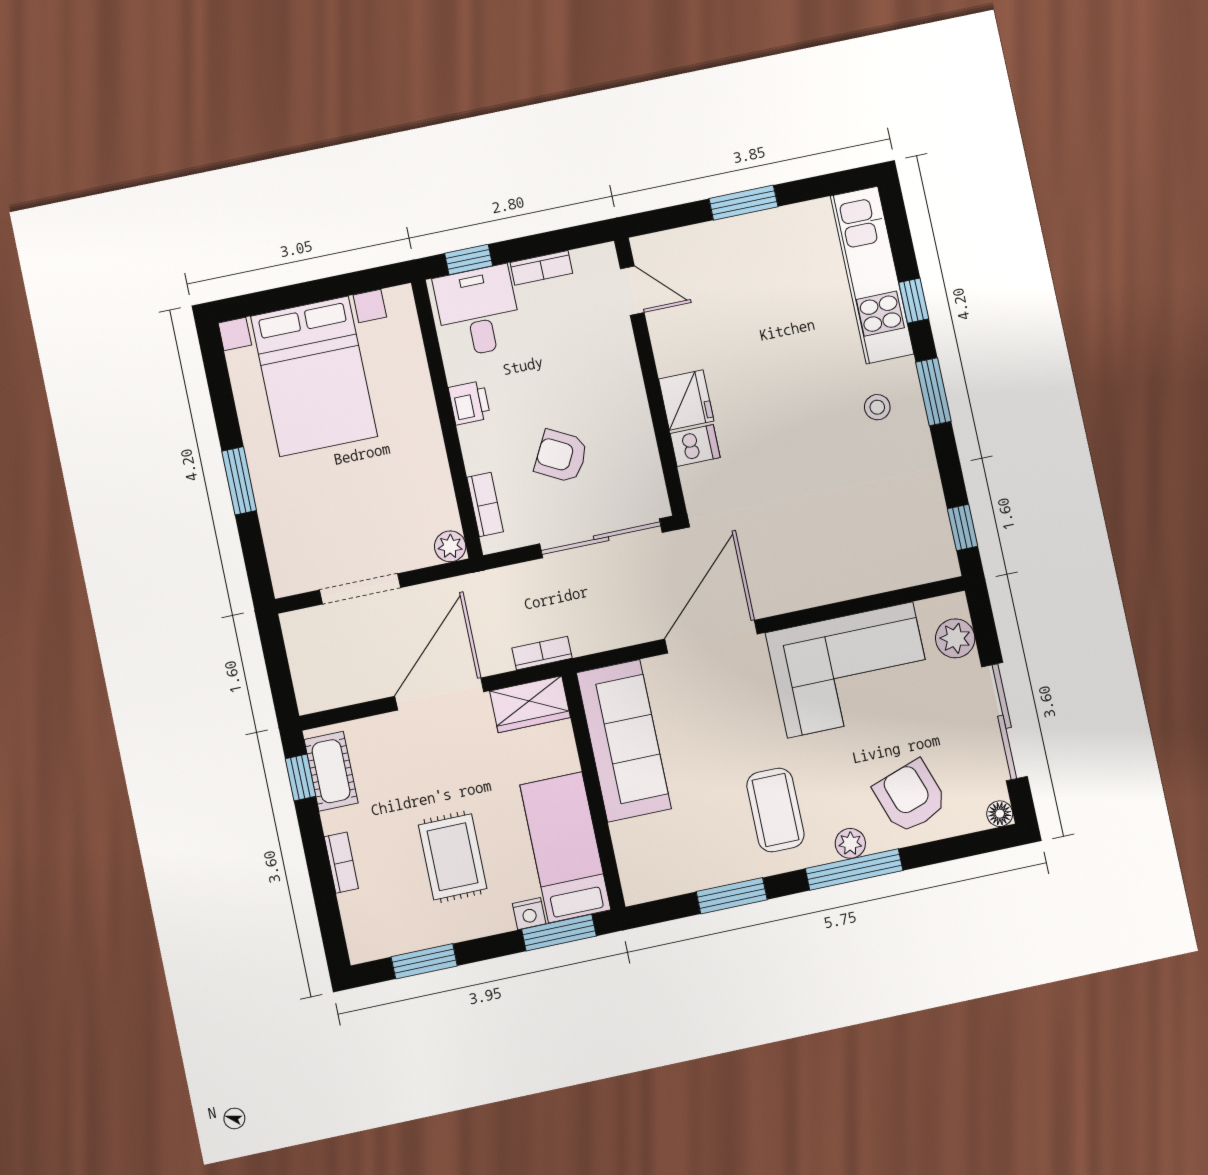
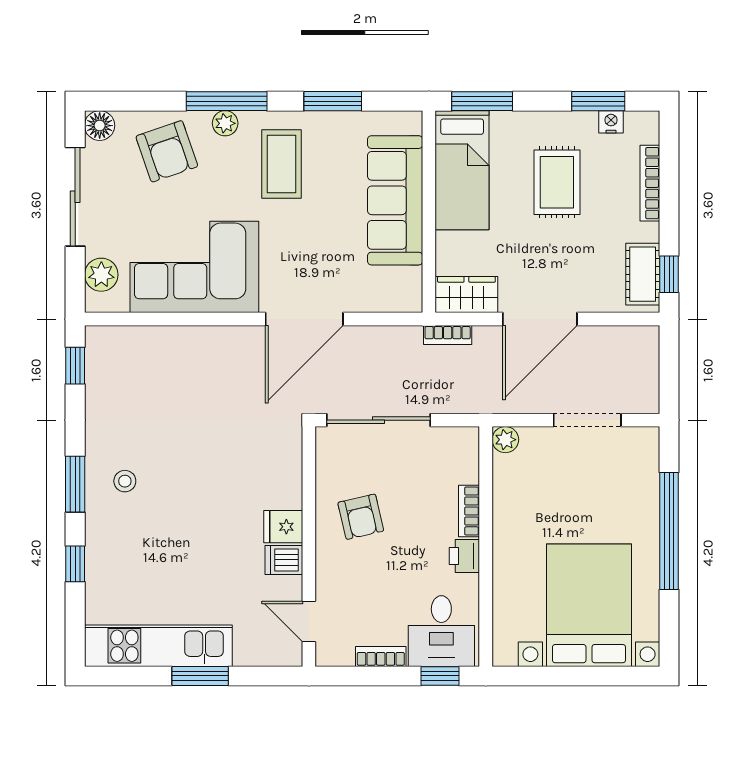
kitchen unit: (872, 275) -> (158, 646), moved, turned -90
fridge: (686, 400) -> (283, 527), width x0.72
dishwasher: (695, 446) -> (284, 560), moved
armchair: (561, 456) -> (361, 517), moved, turned 49
window: (239, 481) -> (669, 531), width x2.11
bookcase: (485, 505) -> (469, 511), moved
sofa: (624, 741) -> (395, 200), moved
floor lamp: (1000, 814) -> (100, 126), width x1.37, depth x1.37
bookcase: (341, 863) -> (650, 183), width x1.56
nightstand: (529, 914) -> (611, 122), moved

